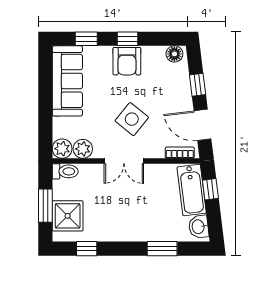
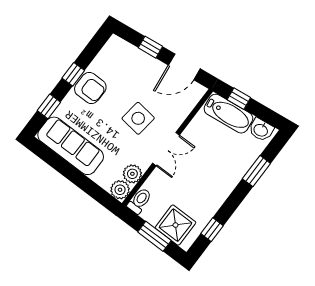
floor lamp: (174, 54) -> (113, 47), removed
side table: (132, 119) -> (138, 118), turned -32
bookcase: (180, 153) -> (192, 101), removed

